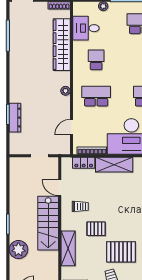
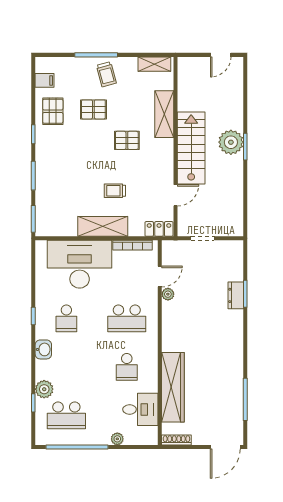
plant: (65, 91) -> (168, 294), moved
dresser: (15, 118) -> (236, 295), width x0.70
locker: (84, 163) -> (159, 229), moved
door: (60, 188) -> (176, 195), hinge flipped
trolley: (80, 206) -> (115, 191), moved
plant: (18, 250) -> (231, 142), moved
pallet: (121, 252) -> (93, 109), width x0.67, depth x0.71

